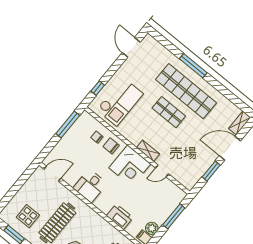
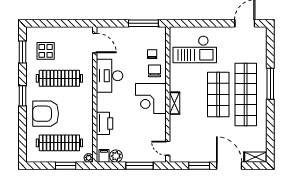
window: (98, 88) -> (191, 23), removed
shop shelf: (169, 112) -> (218, 94), width x1.43, depth x1.36
door: (162, 171) -> (168, 148), moved
desk: (90, 186) -> (110, 76), width x1.37

